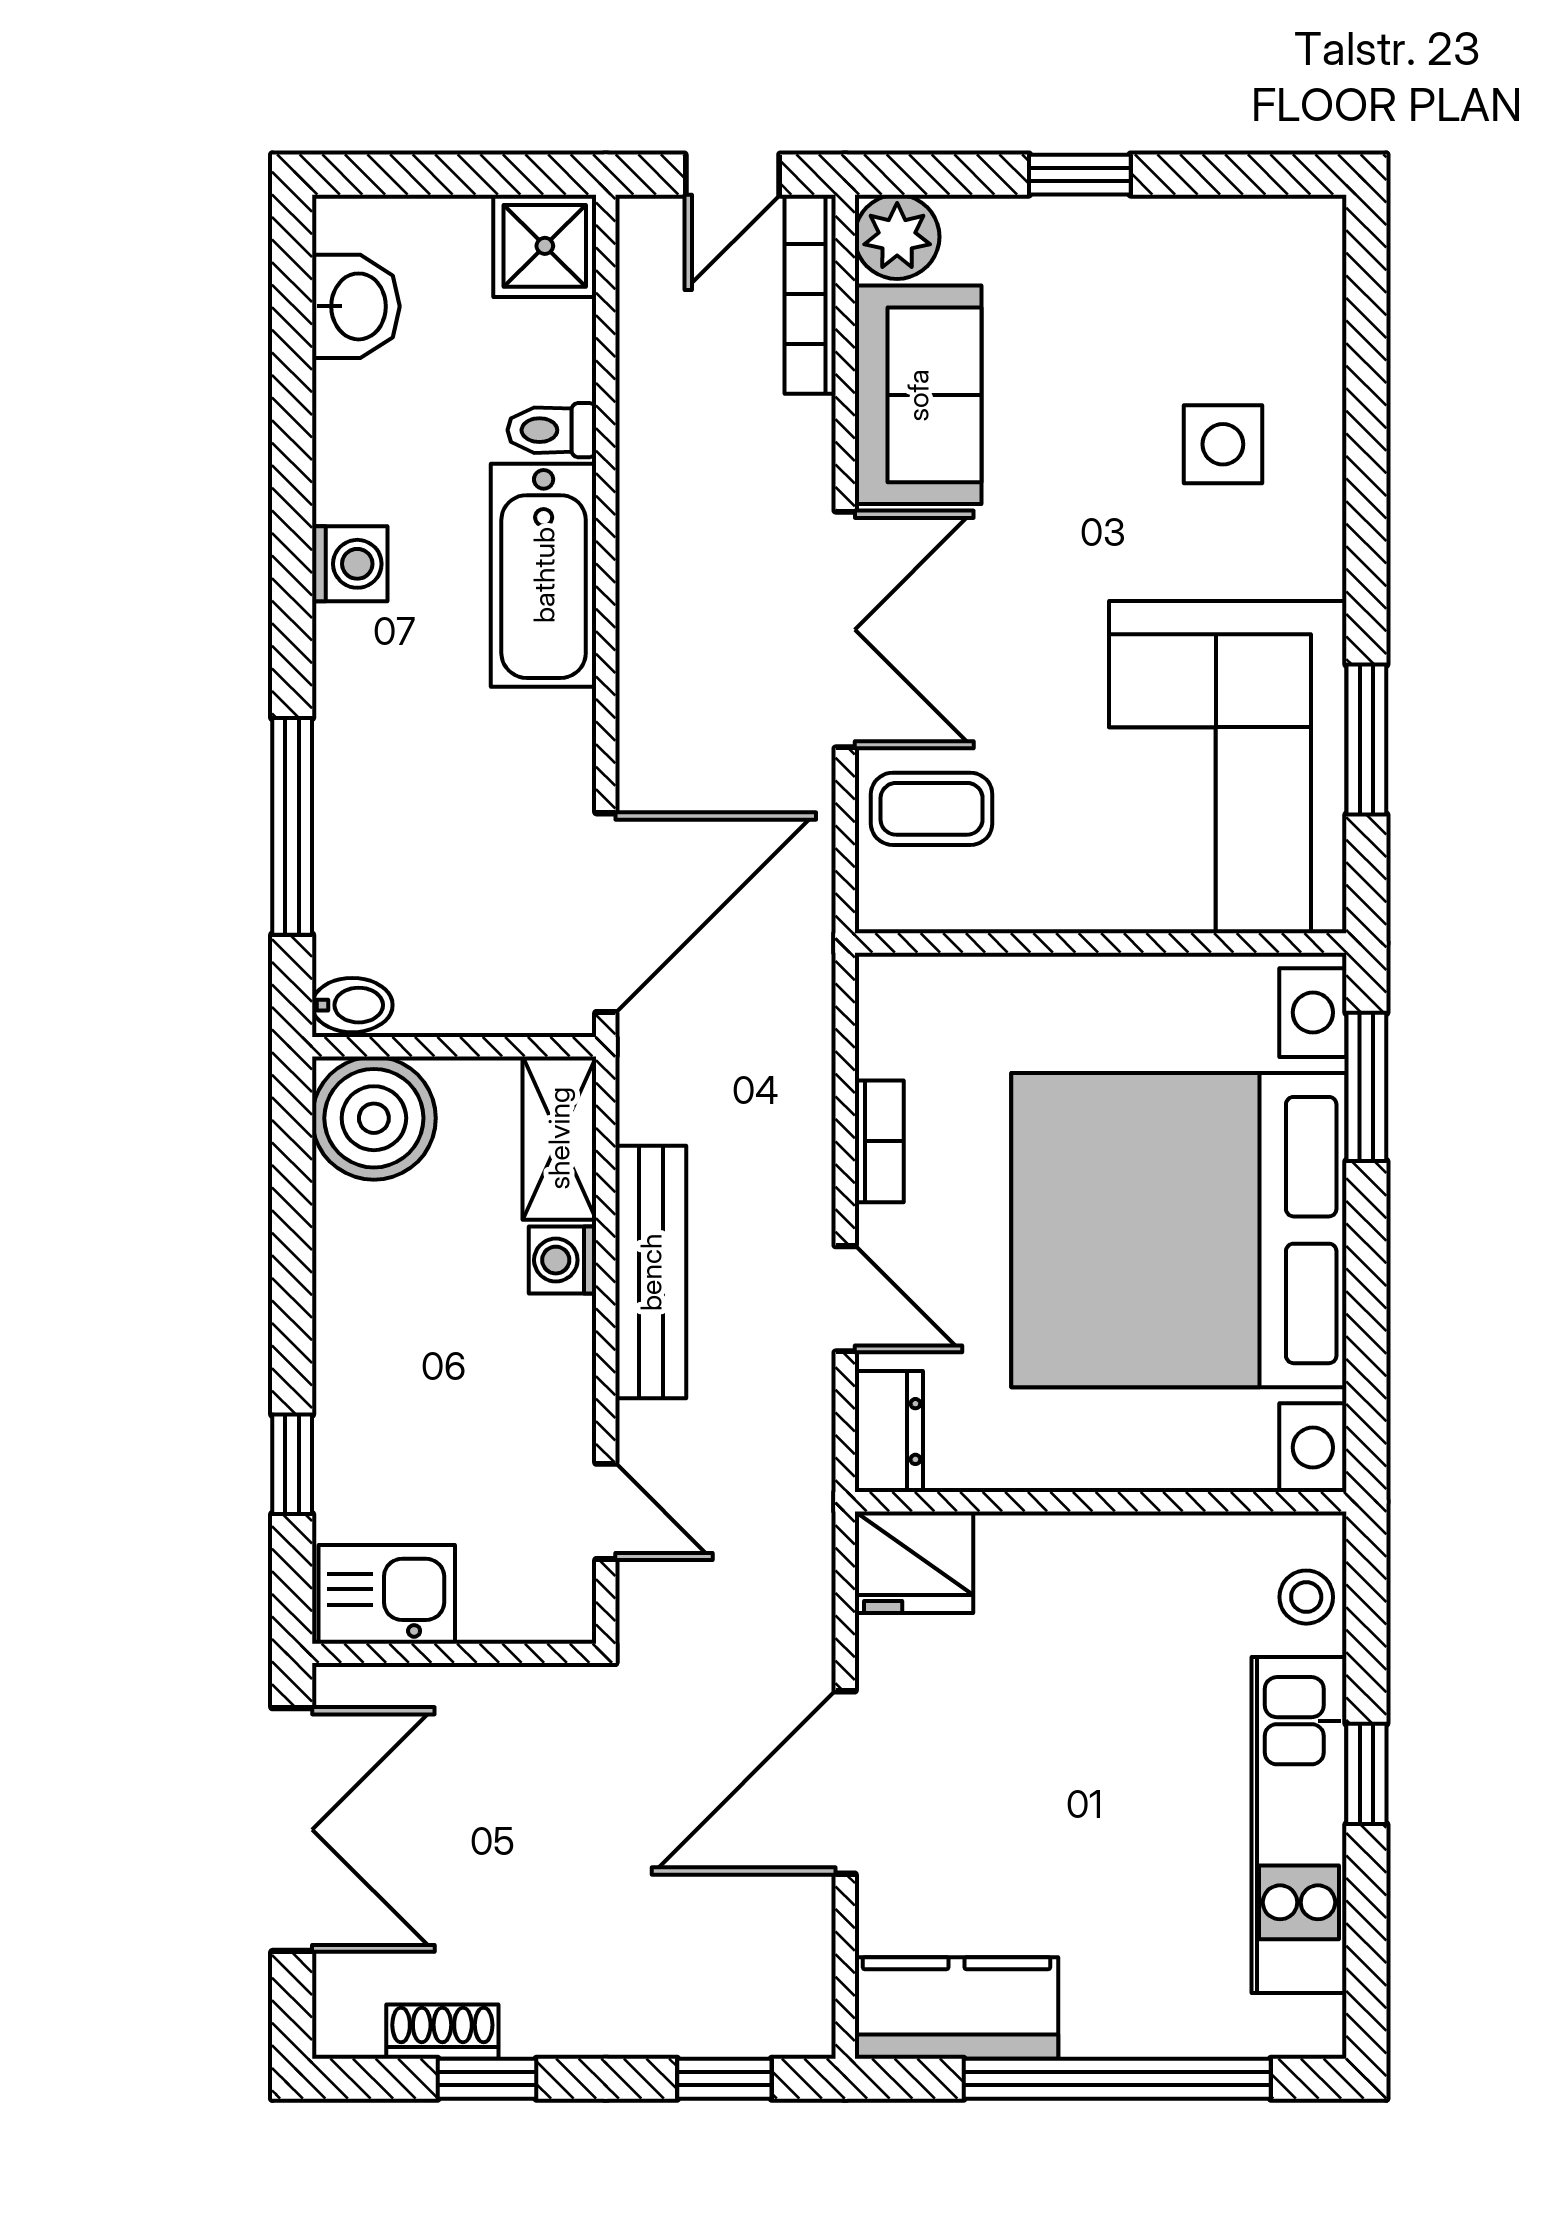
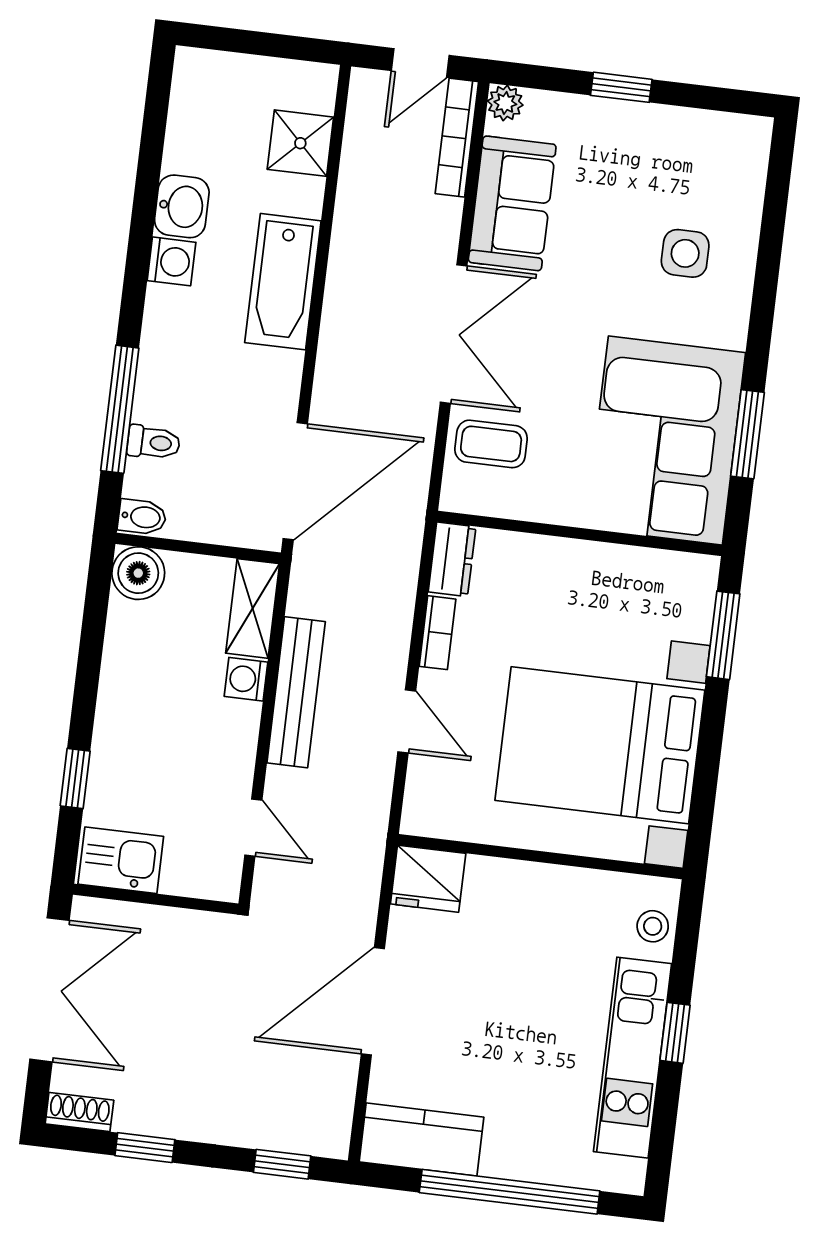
plant: (897, 237) -> (505, 103), width x0.73, depth x0.73
shower: (545, 246) -> (300, 143), moved
washbasin: (356, 306) -> (182, 206), moved
toilet: (552, 430) -> (154, 442), moved, turned 180
boiler: (374, 1118) -> (138, 573), width x0.73, depth x0.73
bed with nightstands: (1179, 1230) -> (600, 745), width x0.73
dresser: (889, 1432) -> (452, 559), moved
shoe rack: (442, 2032) -> (79, 1112), moved

